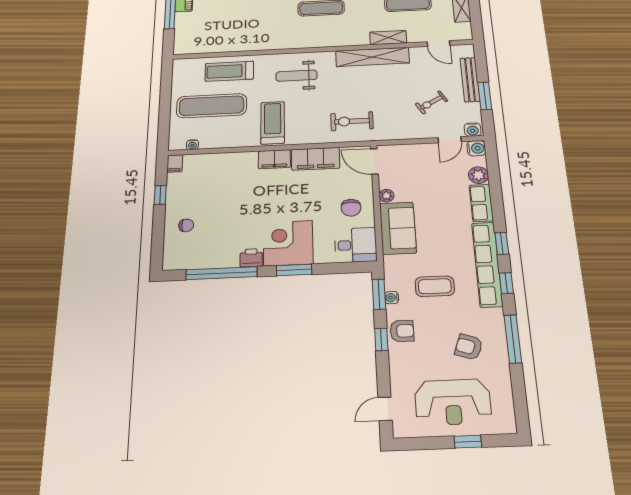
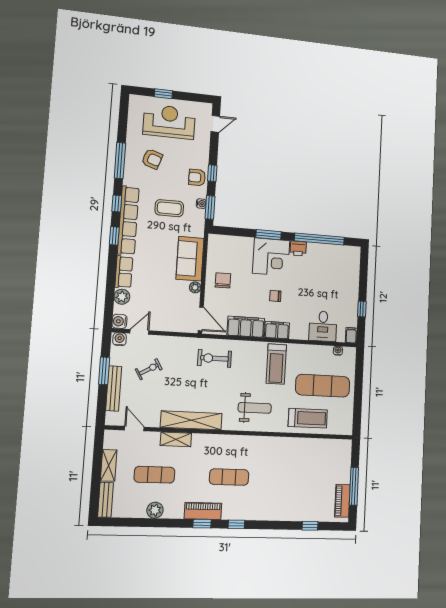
exercise bike: (352, 121) -> (214, 358), turned 180
chair: (186, 225) -> (275, 296), moved
desk: (356, 245) -> (323, 326), moved, turned -90

